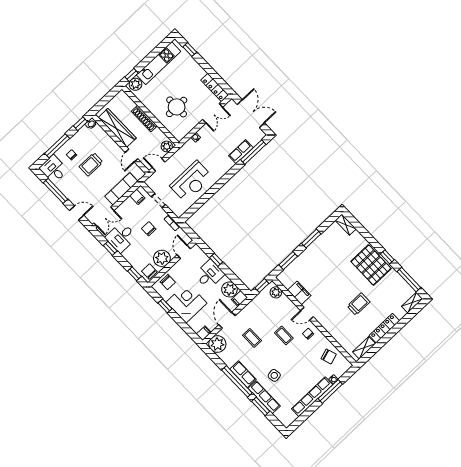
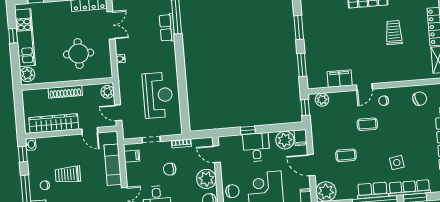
window: (132, 75) -> (13, 36), moved
trolley: (91, 164) -> (68, 174), turned 90
door: (159, 165) -> (118, 113), hinge flipped

